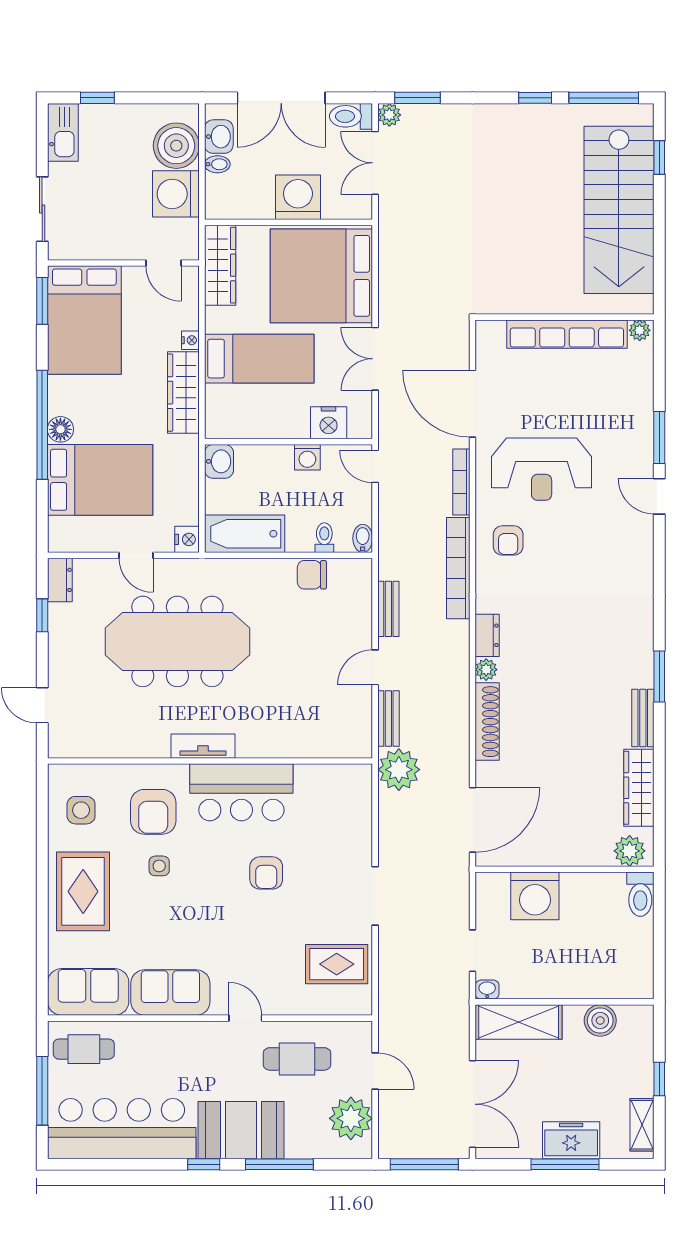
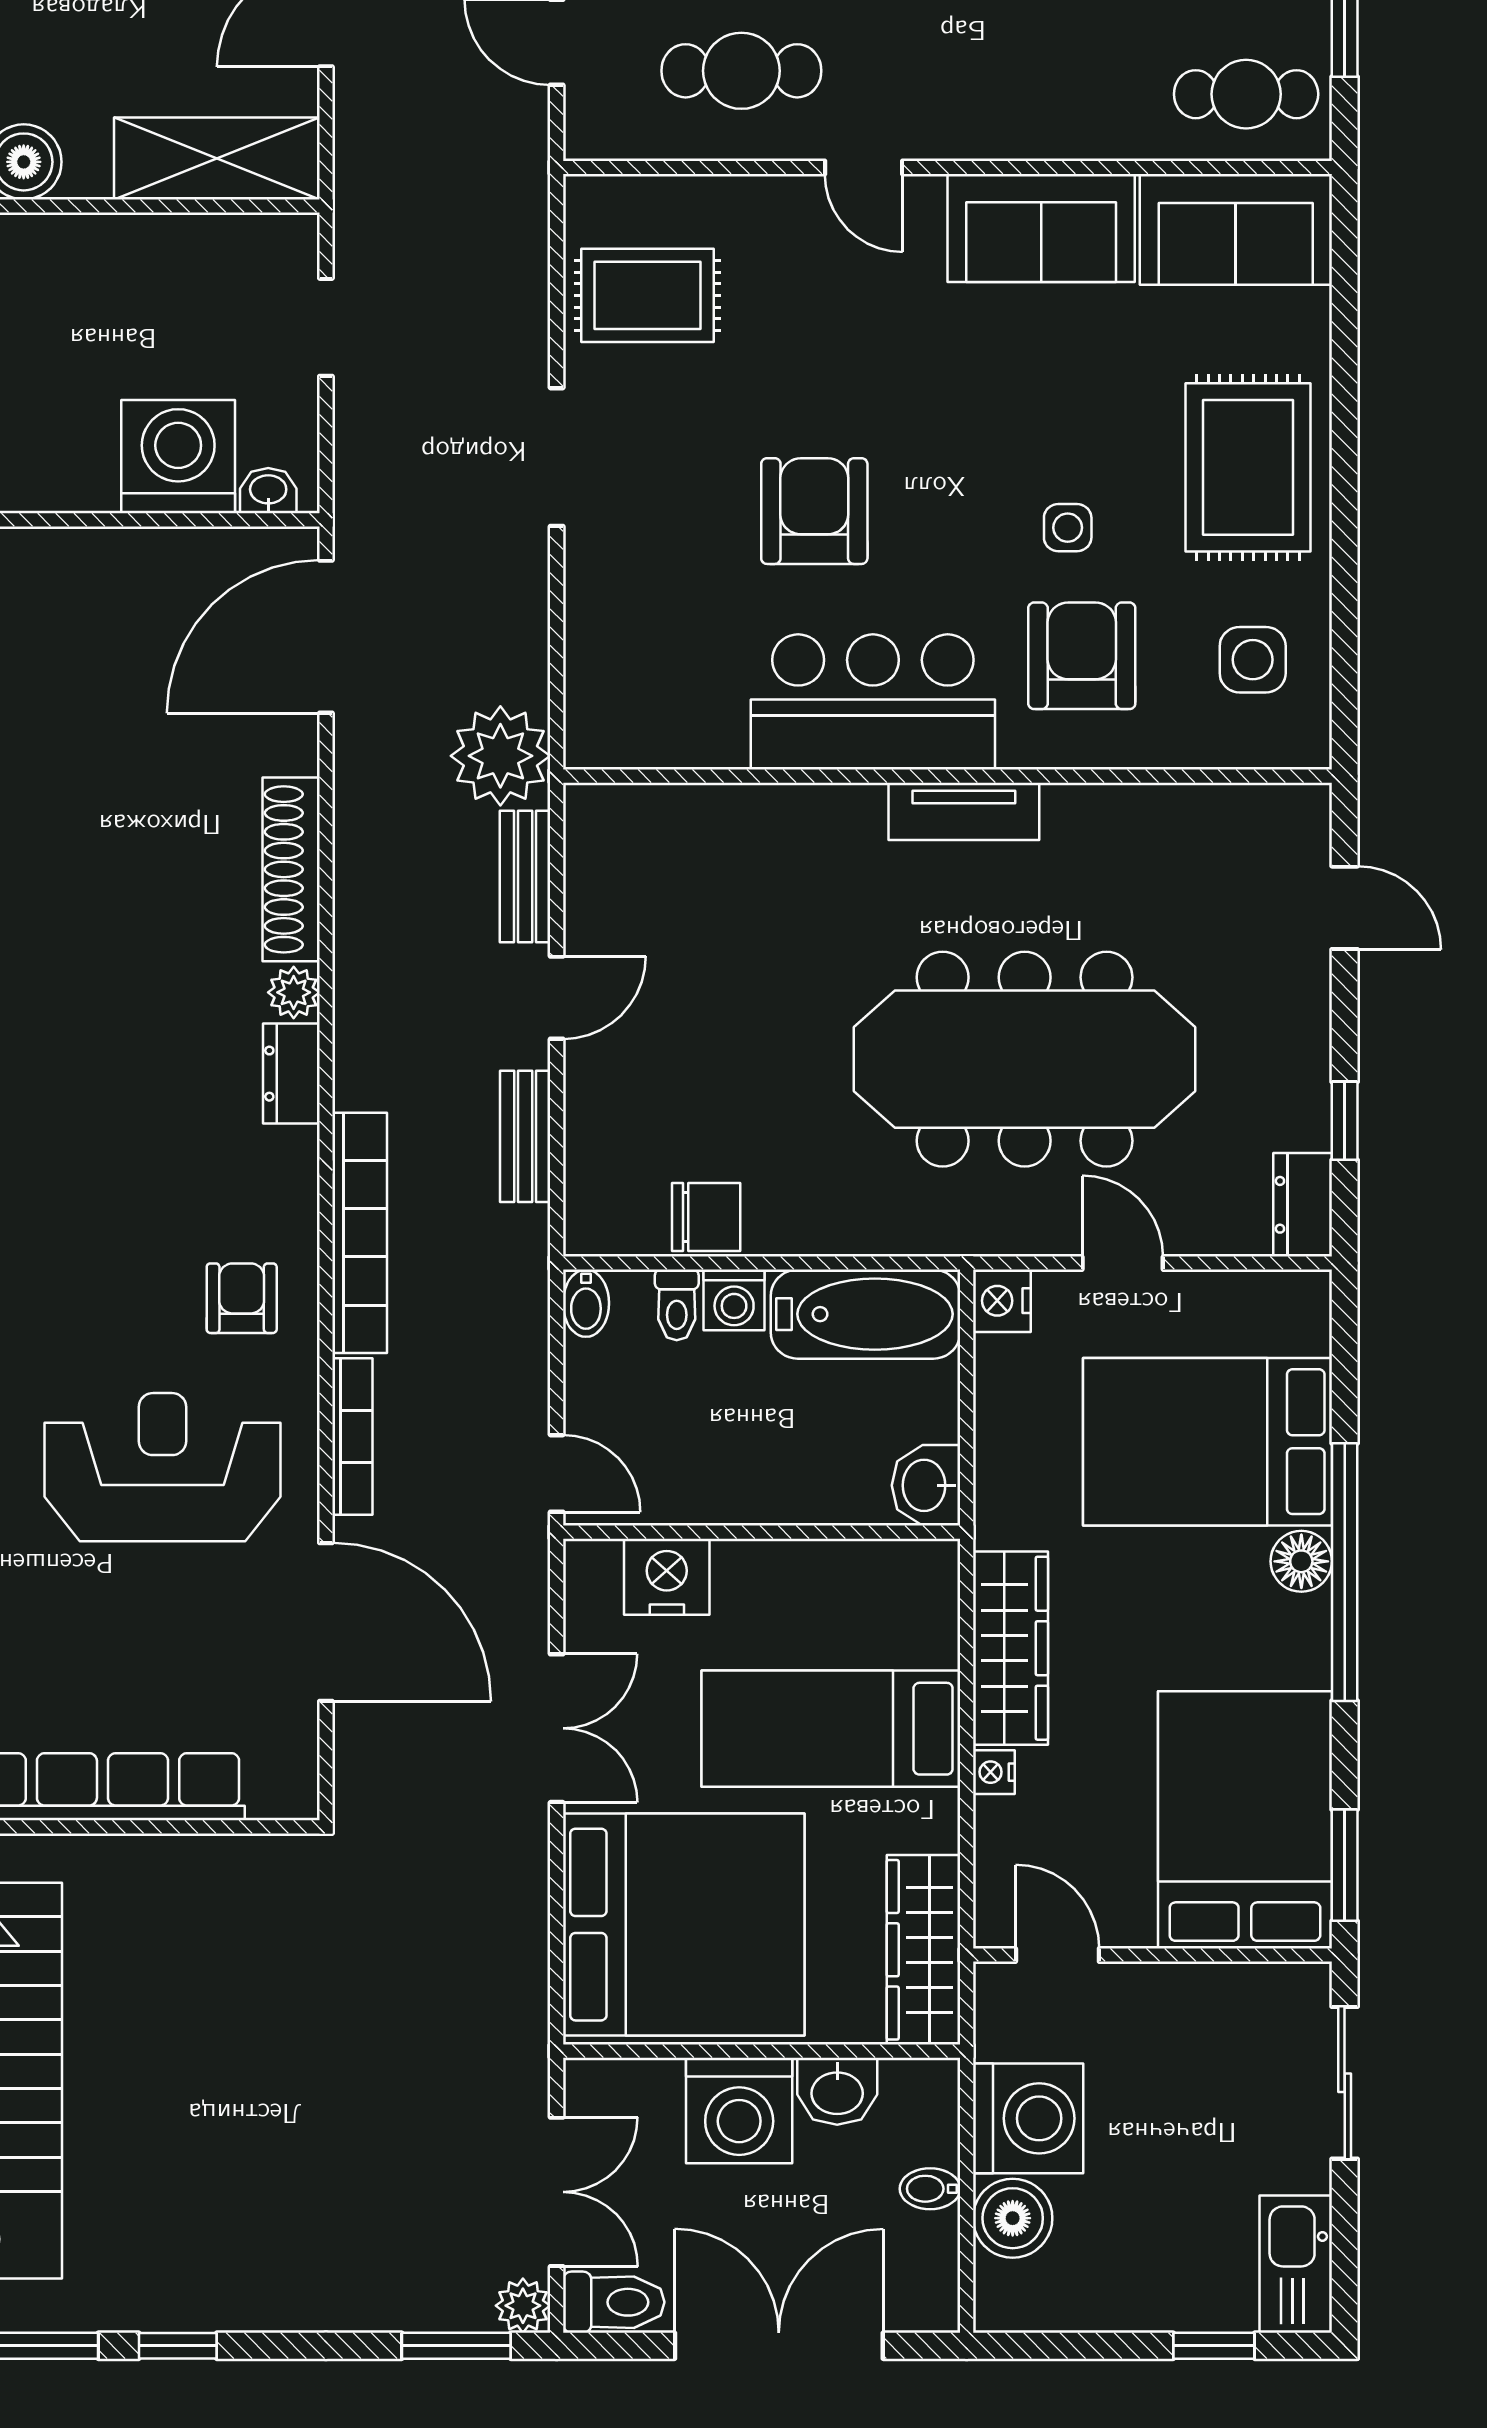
washbasin: (219, 137) -> (837, 2091), moved, turned -90
boiler: (176, 146) -> (1013, 2218), width x0.73, depth x0.73
washing machine: (307, 457) -> (734, 1300), moved, turned 180
armchair: (266, 873) -> (814, 511), width x1.38, depth x1.38
washbasin: (487, 990) -> (268, 491), moved, turned 180

